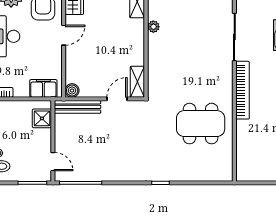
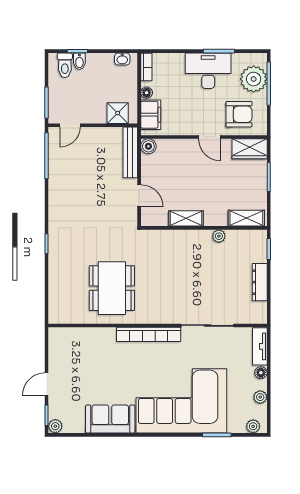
shelving: (137, 82) -> (186, 218), moved
floor lamp: (23, 92) -> (147, 93), added

